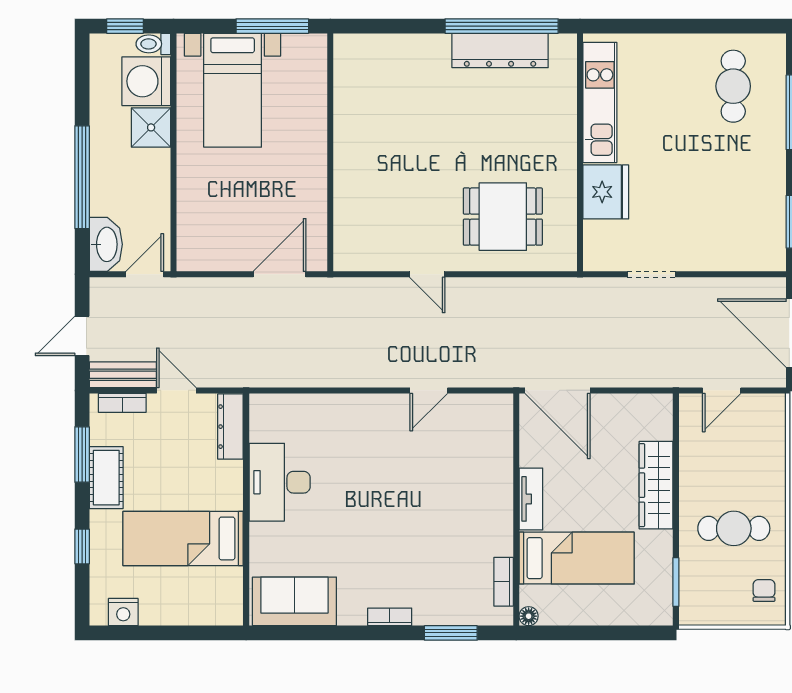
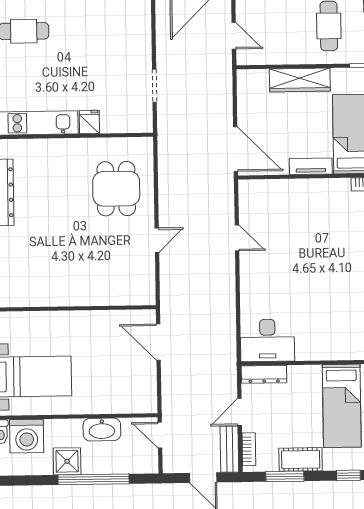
shower: (151, 127) -> (67, 461), moved
fridge: (606, 192) -> (89, 122), width x0.53, depth x0.75
washbasin: (106, 244) -> (102, 430), moved, turned 180
door: (558, 390) -> (236, 149), hinge flipped
desk: (280, 482) -> (267, 340), moved

